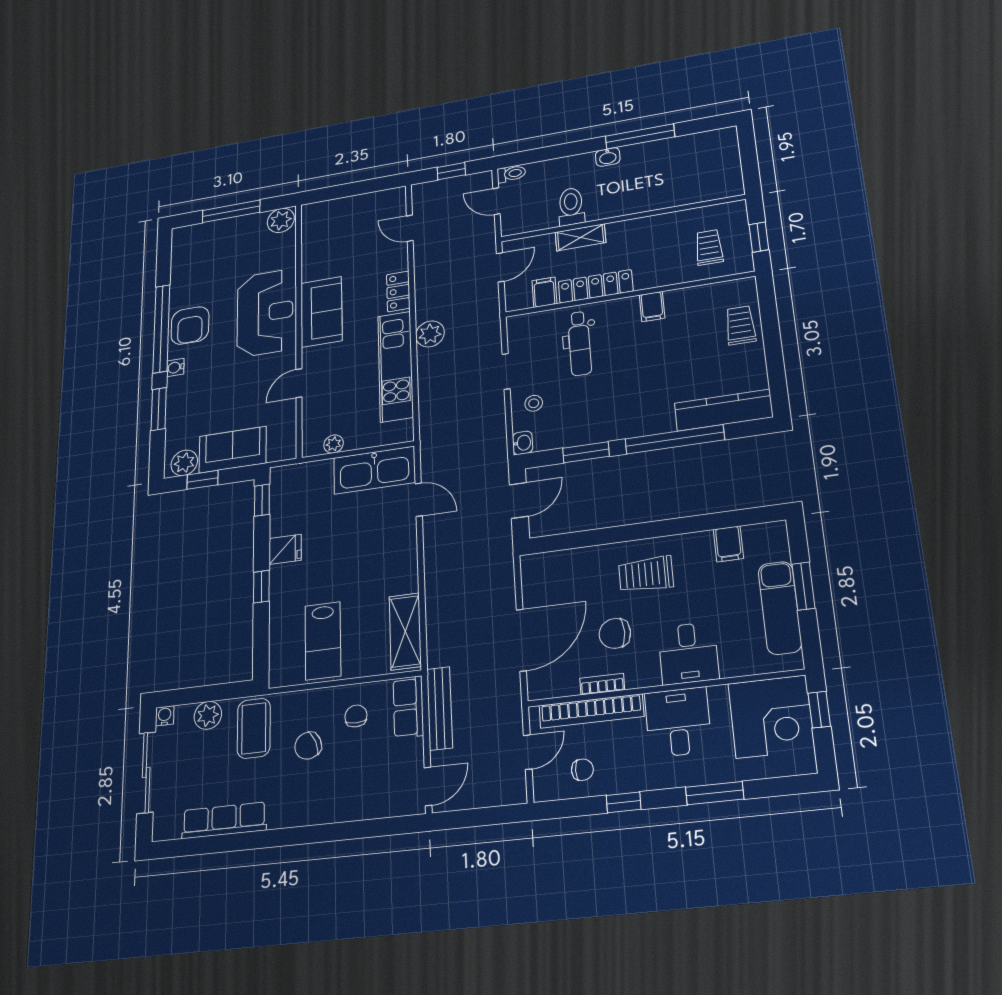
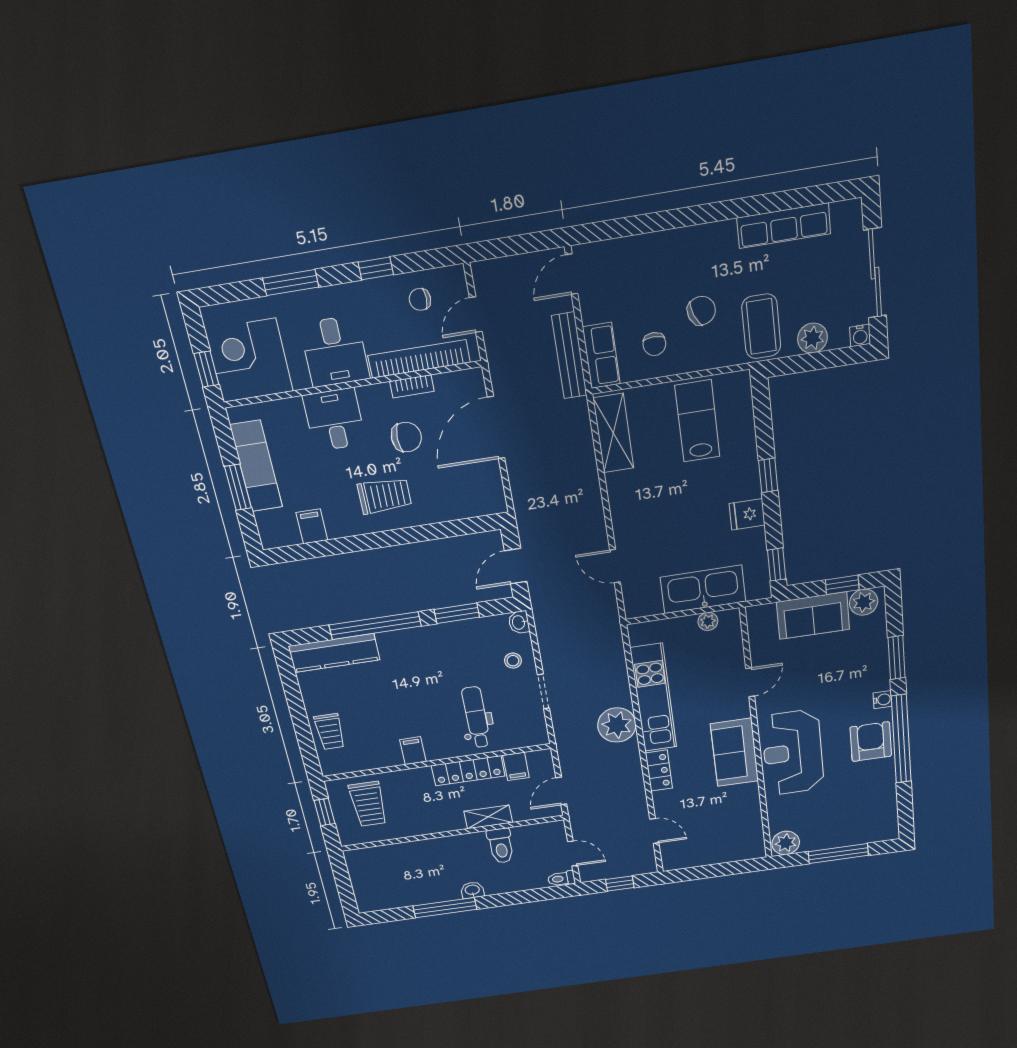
trolley: (709, 247) -> (368, 804), width x1.36, depth x1.39
plant: (430, 334) -> (617, 725), width x1.36, depth x1.36
kitchen sink: (374, 470) -> (703, 589), moved

